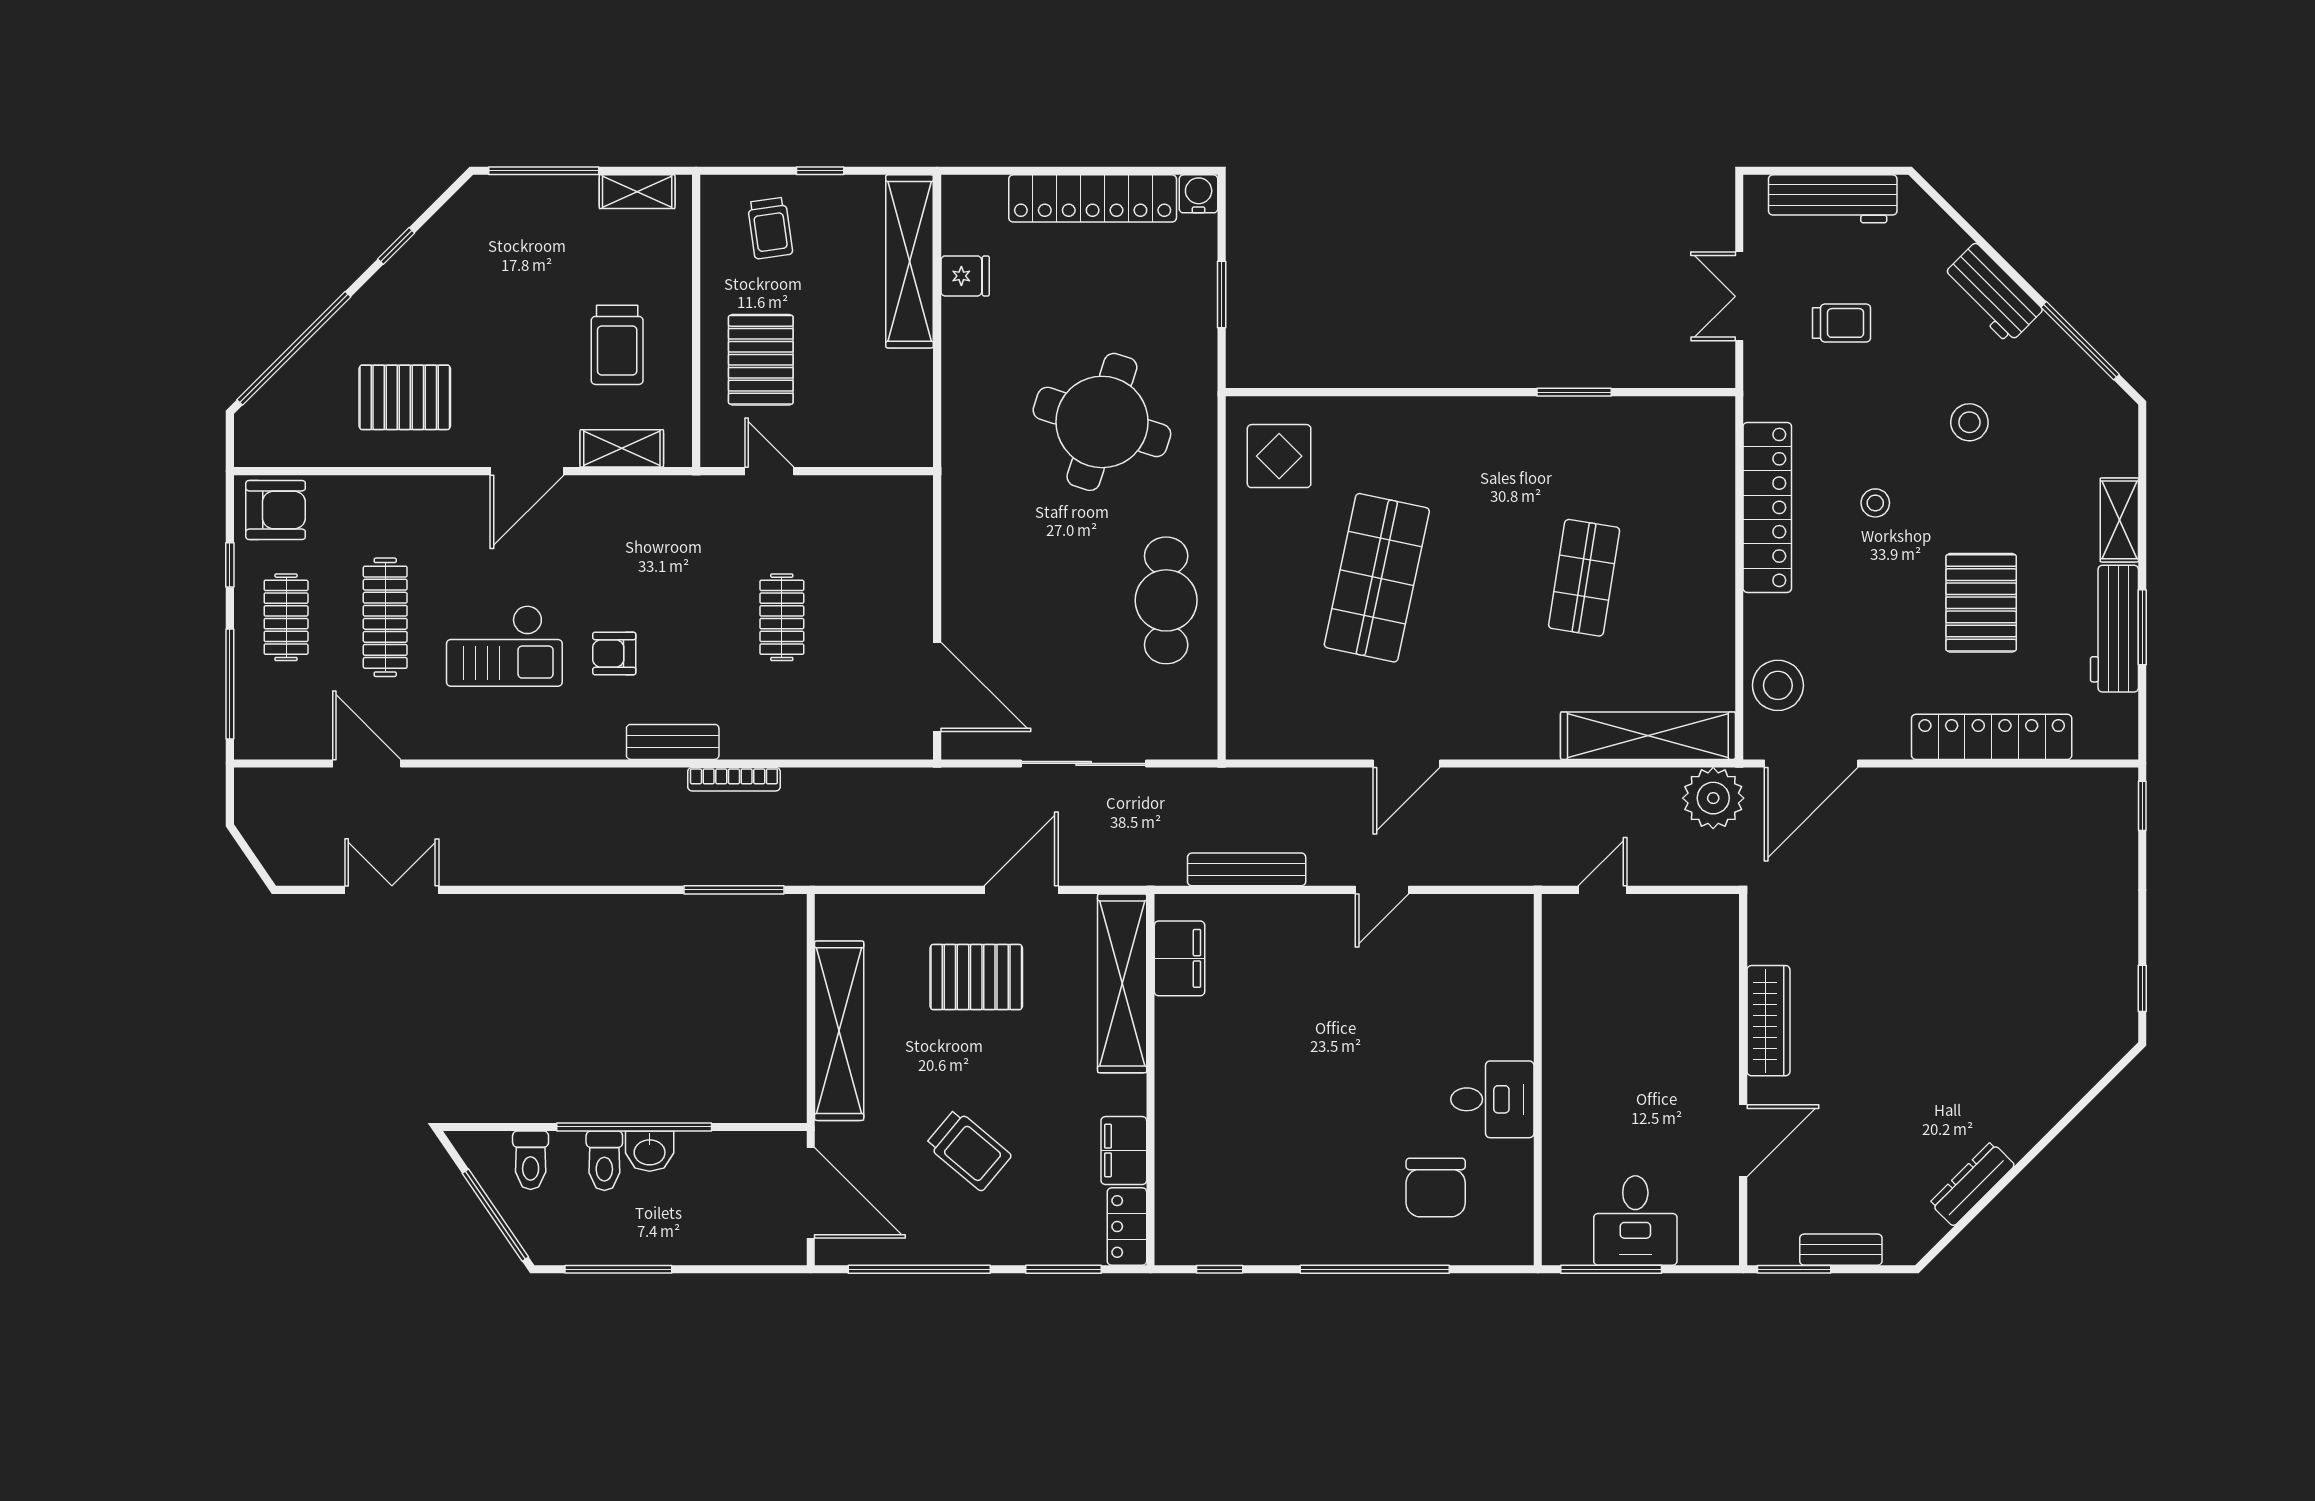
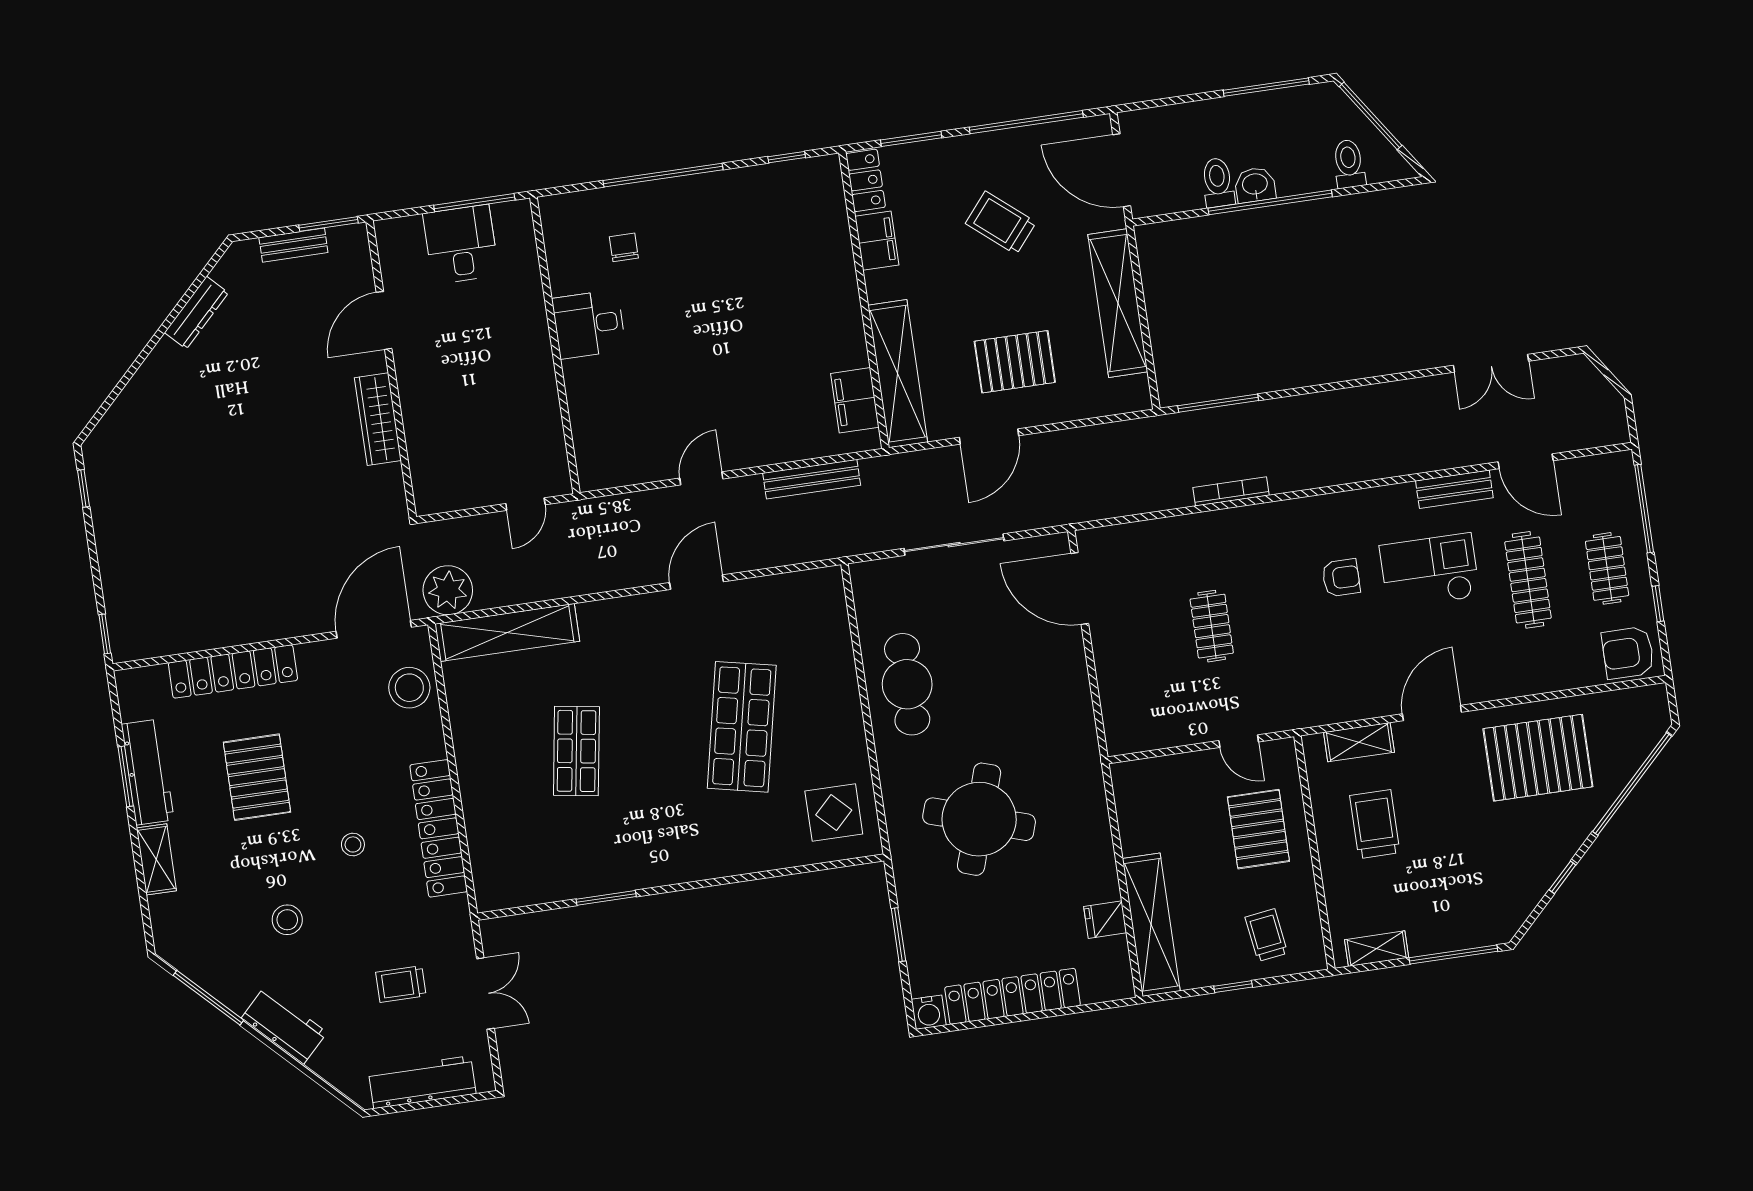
pallet: (405, 397) -> (1538, 758), width x1.37, depth x1.41
bench: (673, 742) -> (1454, 489), moved
toilet: (604, 1161) -> (1218, 183), moved
chair: (1436, 1188) -> (624, 247), width x0.54, depth x0.54

